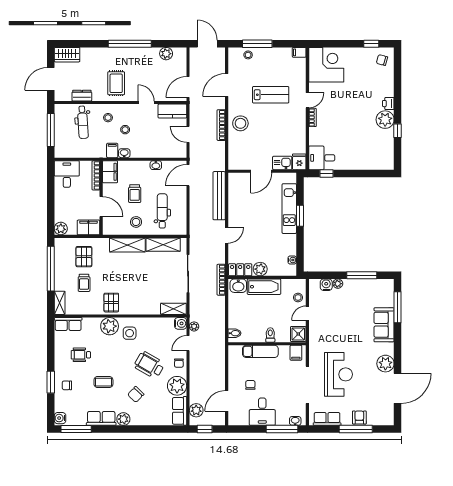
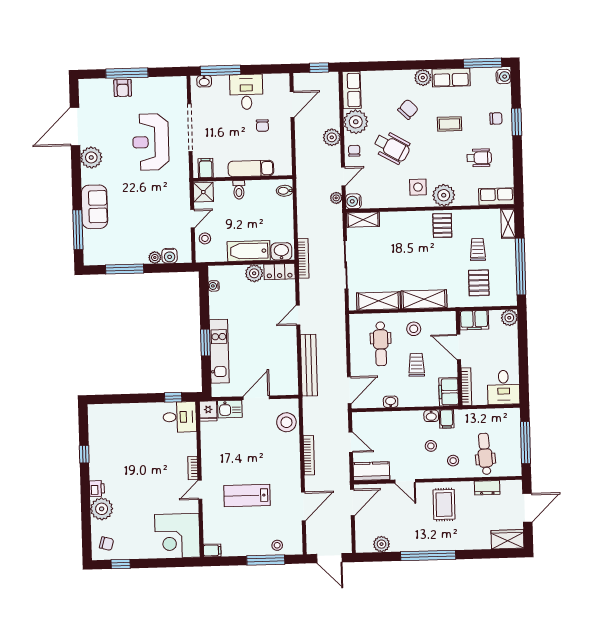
plant: (385, 120) -> (102, 509), moved
stool: (240, 123) -> (286, 422), moved
plant: (196, 410) -> (332, 137), moved
row of seats: (327, 419) -> (164, 85), removed

